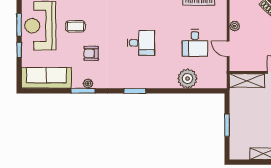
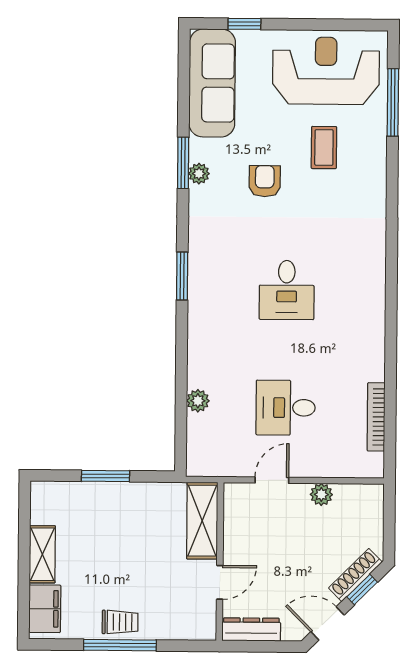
window: (19, 25) -> (328, 25), removed
window: (19, 50) -> (244, 24), moved
plant: (188, 79) -> (198, 401), width x0.53, depth x0.53

